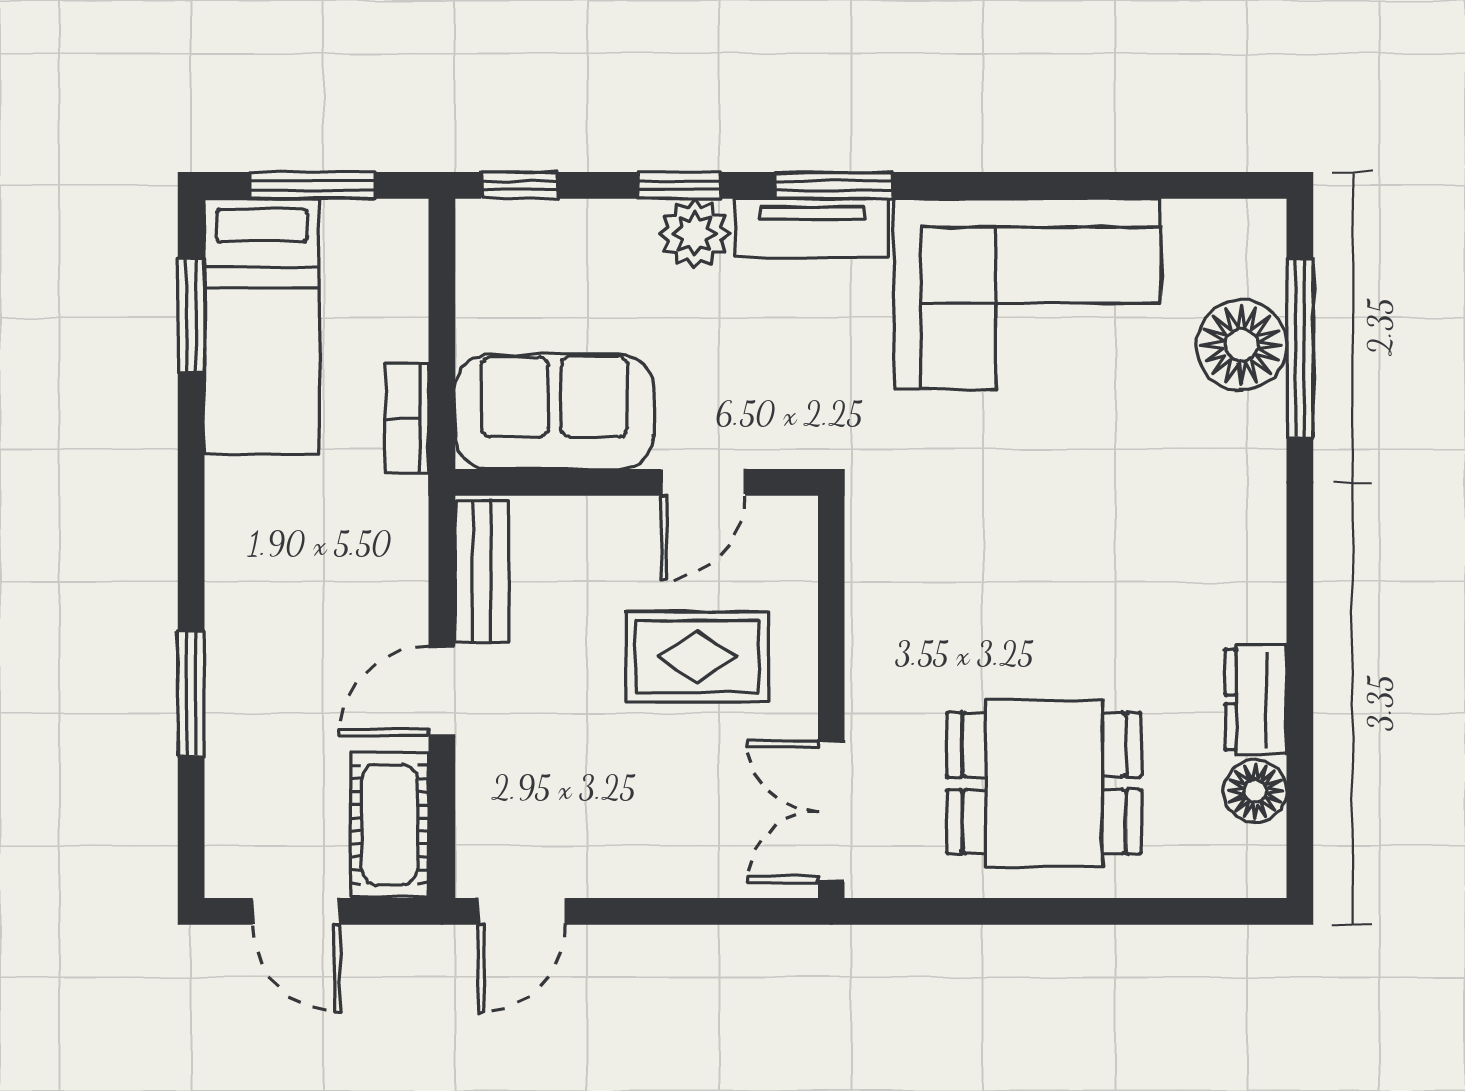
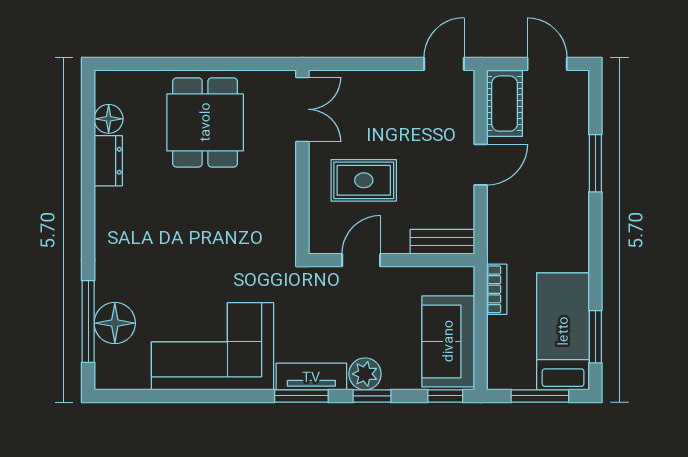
sofa: (554, 412) -> (448, 341), moved, turned 90
bench: (482, 571) -> (442, 242), moved, turned 90
dining table: (1044, 783) -> (205, 122), turned 90

